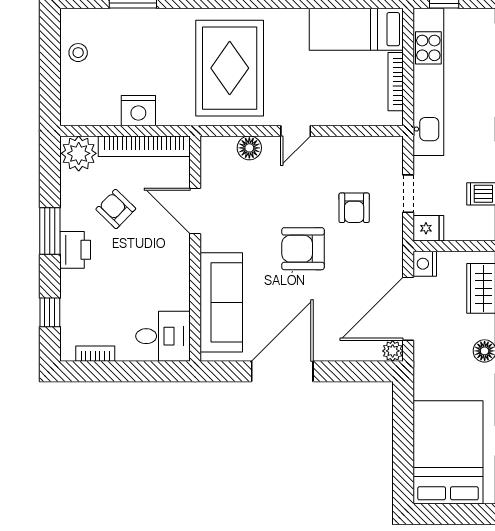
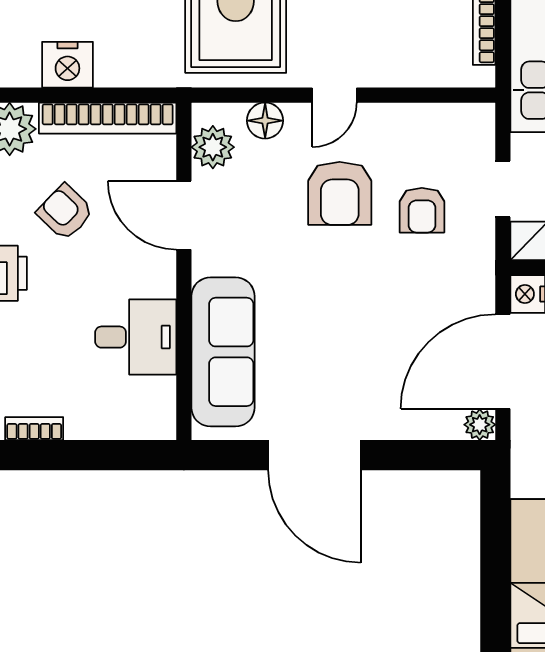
nightstand: (138, 111) -> (67, 65), moved
plant: (214, 166) -> (213, 147), added
armchair: (303, 249) -> (340, 193), moved, turned -90
desk: (163, 336) -> (136, 337), moved
door: (282, 371) -> (314, 455), swing flipped

